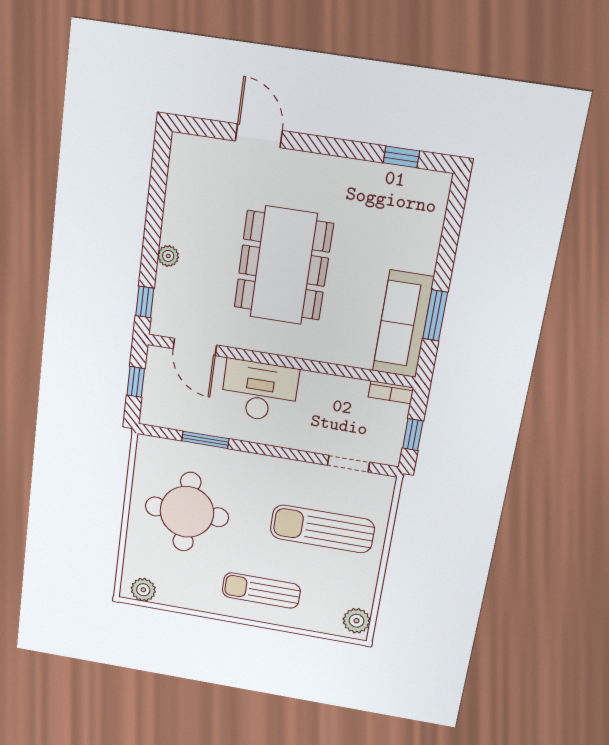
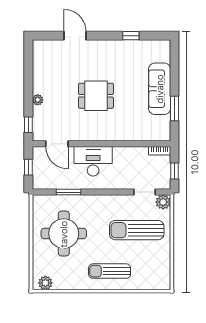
window: (401, 157) -> (131, 36), moved
dining table: (283, 266) -> (96, 96), width x0.53, depth x0.80
sofa: (403, 324) -> (160, 89), moved
plant: (356, 621) -> (163, 202), moved

